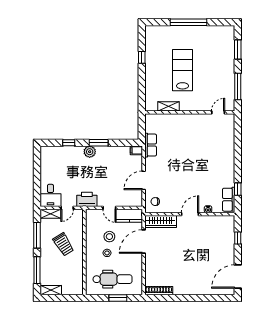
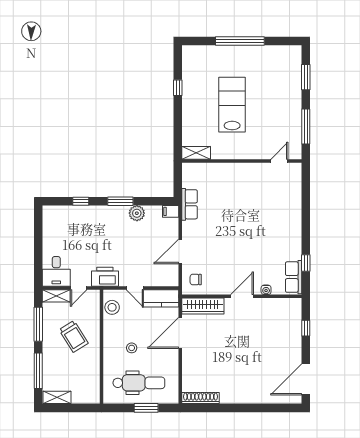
shelving: (168, 106) -> (196, 153), moved
plant: (90, 152) -> (137, 213), moved
stool: (109, 237) -> (112, 307), moved

